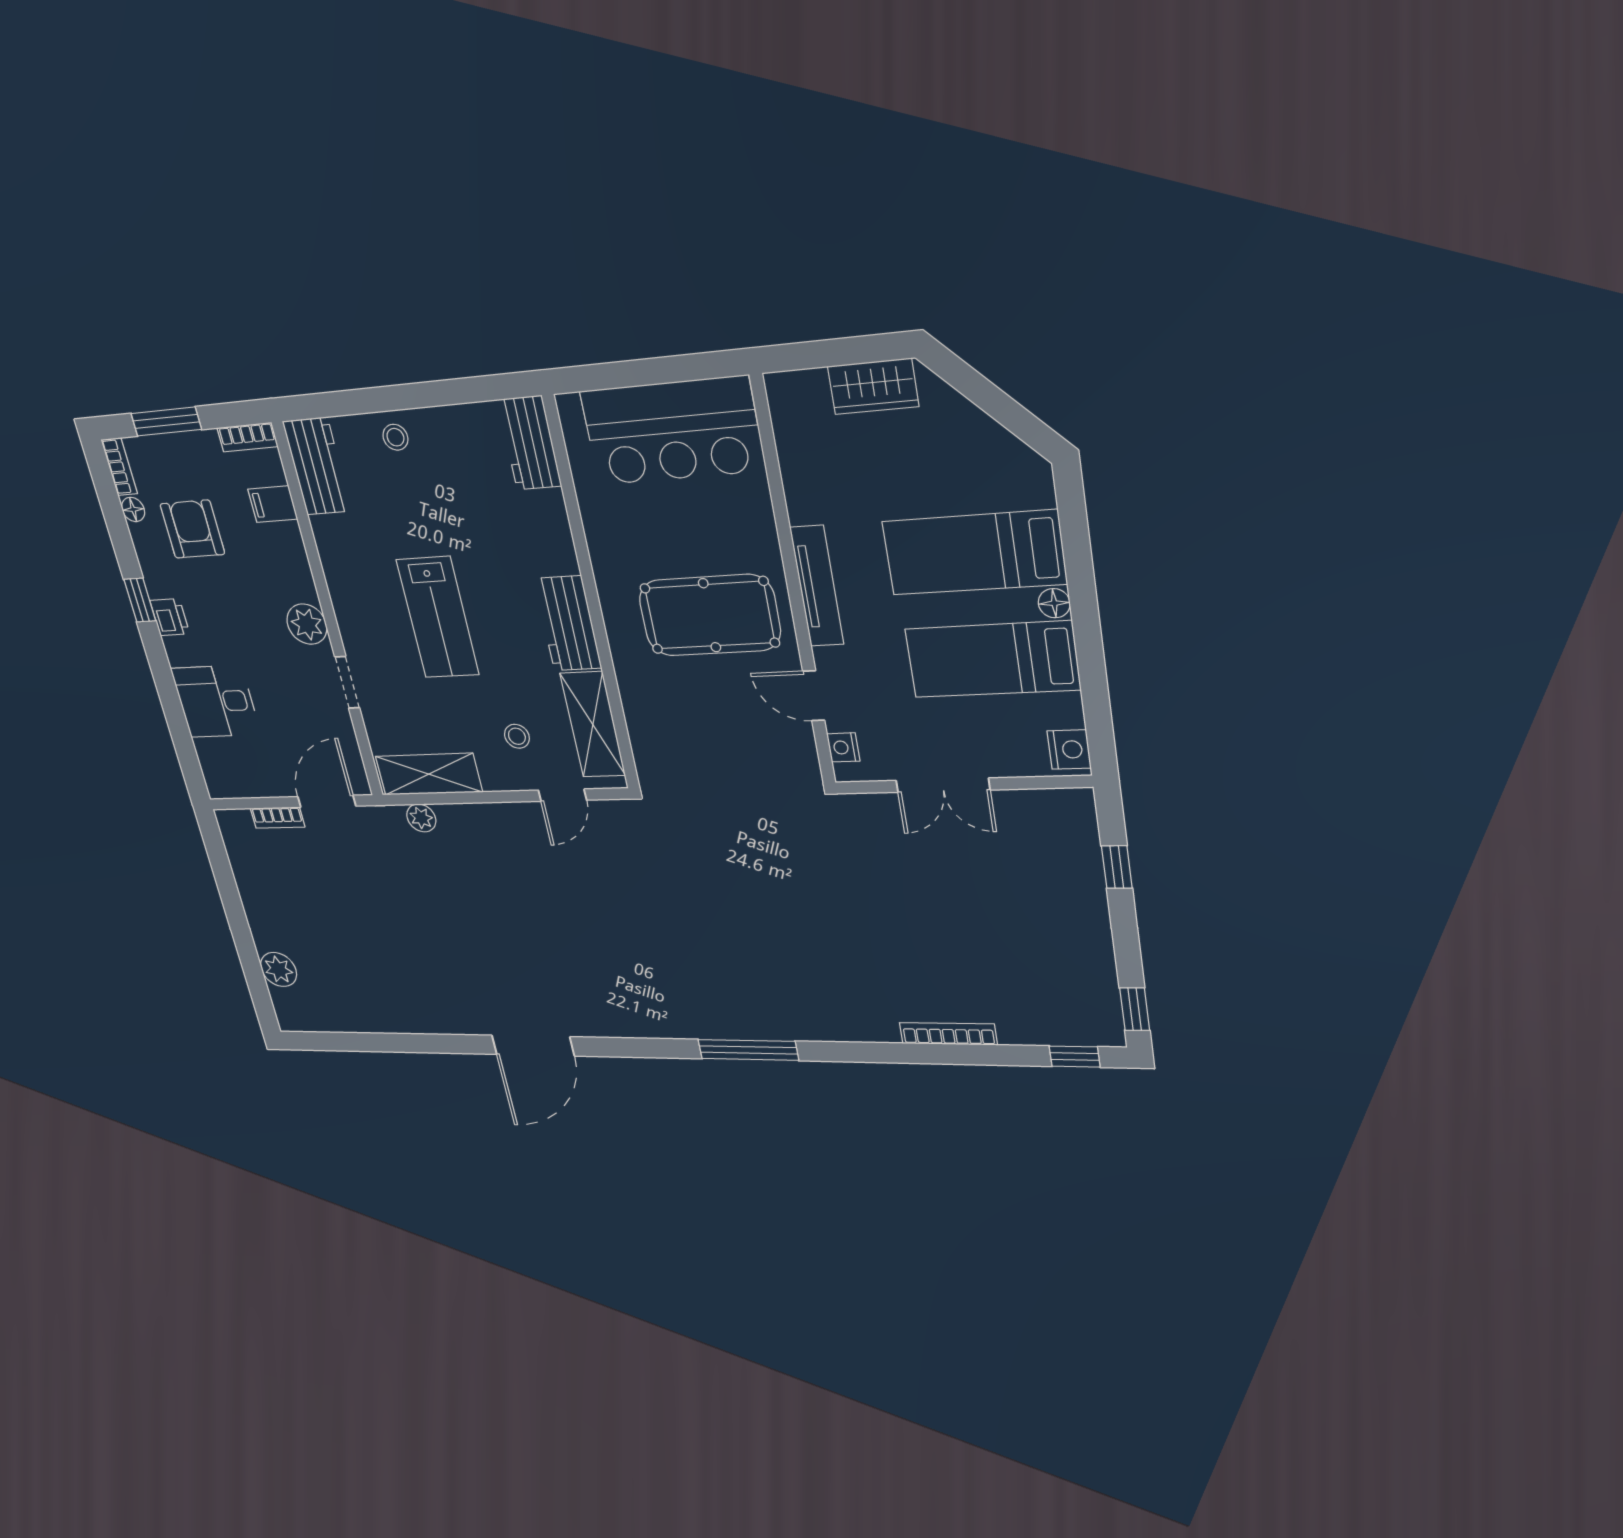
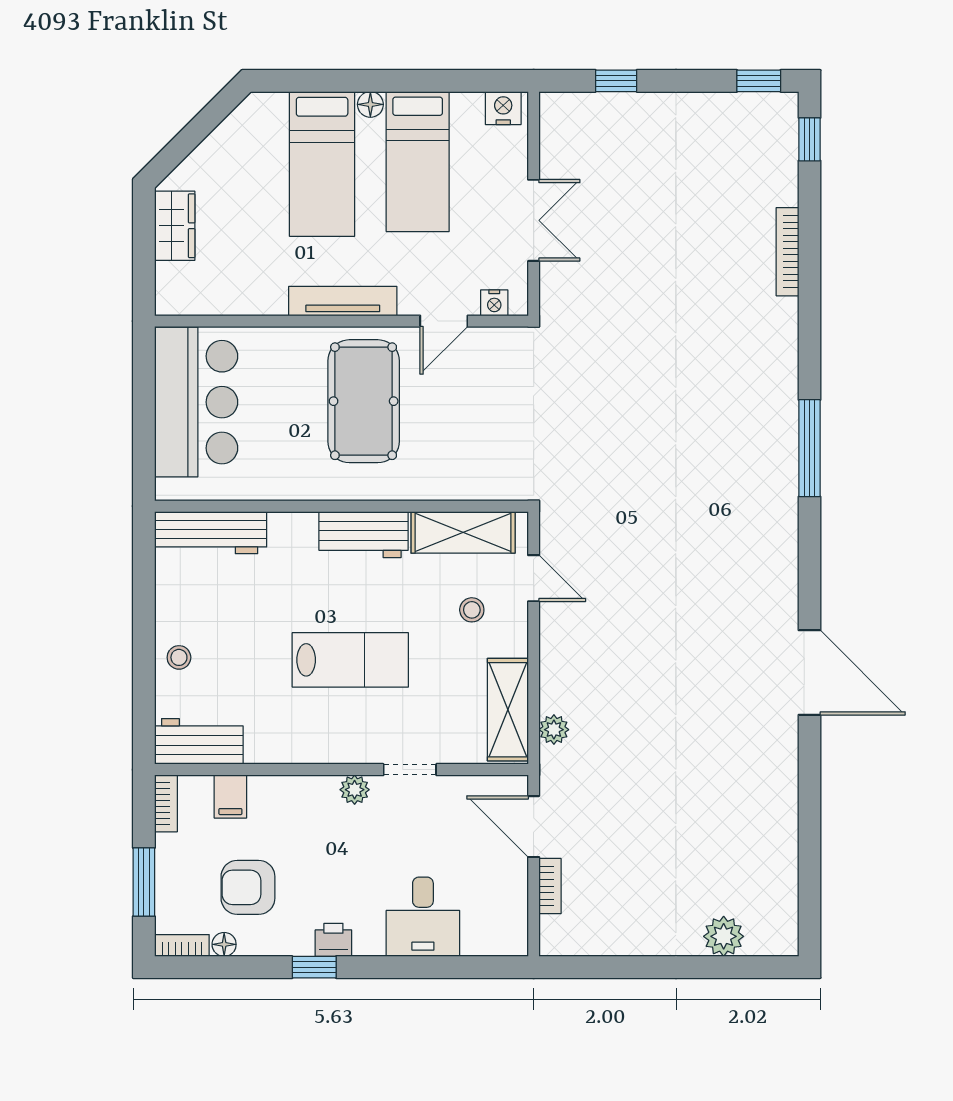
workbench: (529, 443) -> (211, 533), width x1.38
plant: (307, 624) -> (355, 790), width x0.73, depth x0.73

